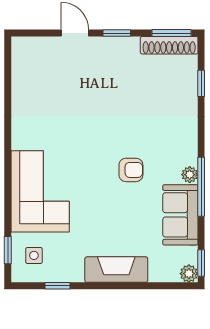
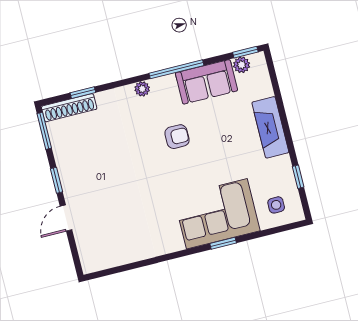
shoe rack: (169, 45) -> (69, 108), moved, turned 90
armchair: (131, 170) -> (177, 137), turned 90
plant: (190, 175) -> (142, 89), moved
window: (8, 250) -> (223, 243), moved
plant: (189, 274) -> (242, 65), moved

